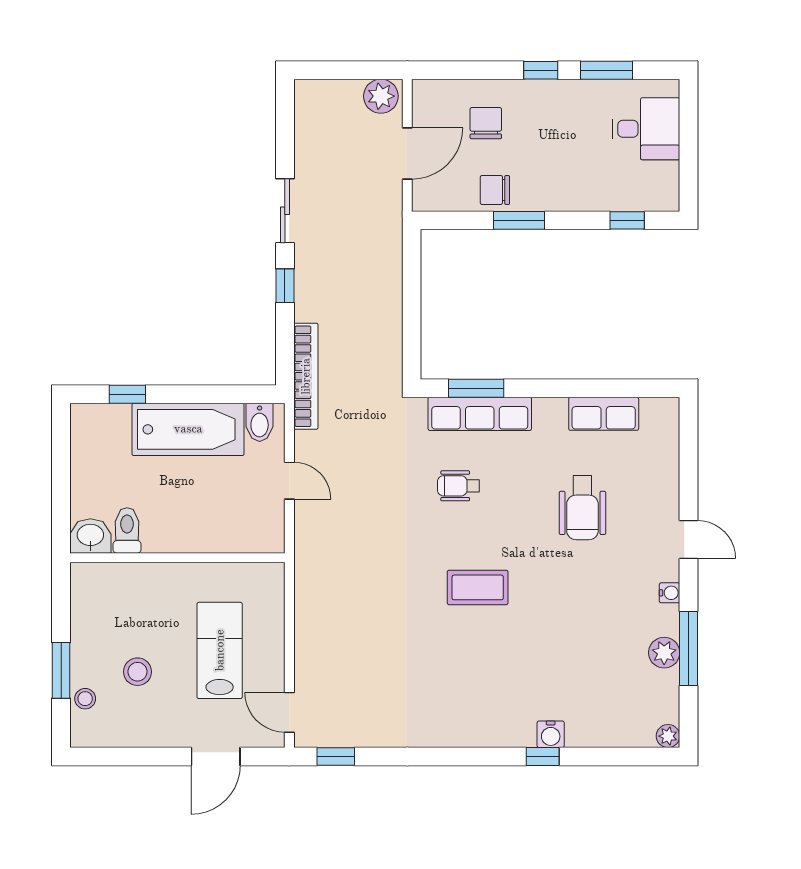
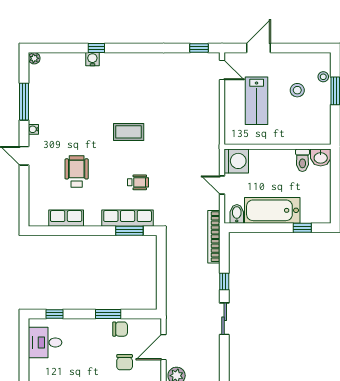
desk: (646, 129) -> (45, 342), moved
washing machine: (261, 529) -> (236, 161), added
plant: (664, 653) -> (36, 100), removed

